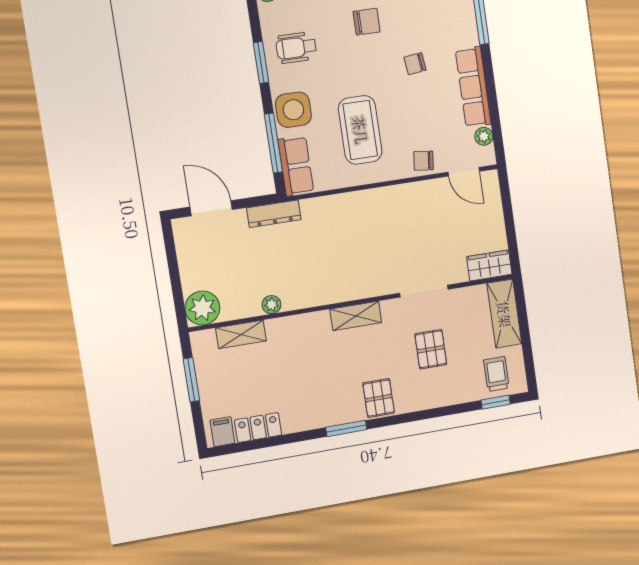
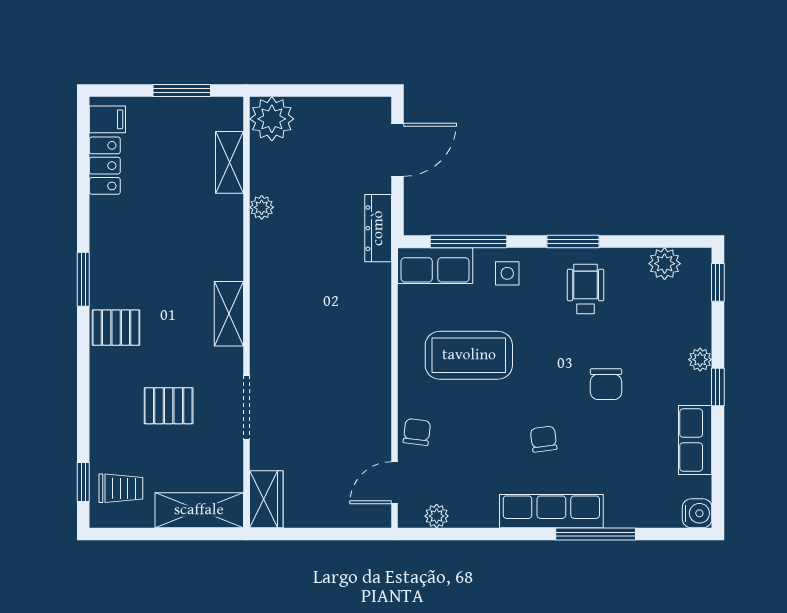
row of seats: (473, 87) -> (551, 511), moved
side table: (293, 110) -> (507, 273), width x0.54, depth x0.54

